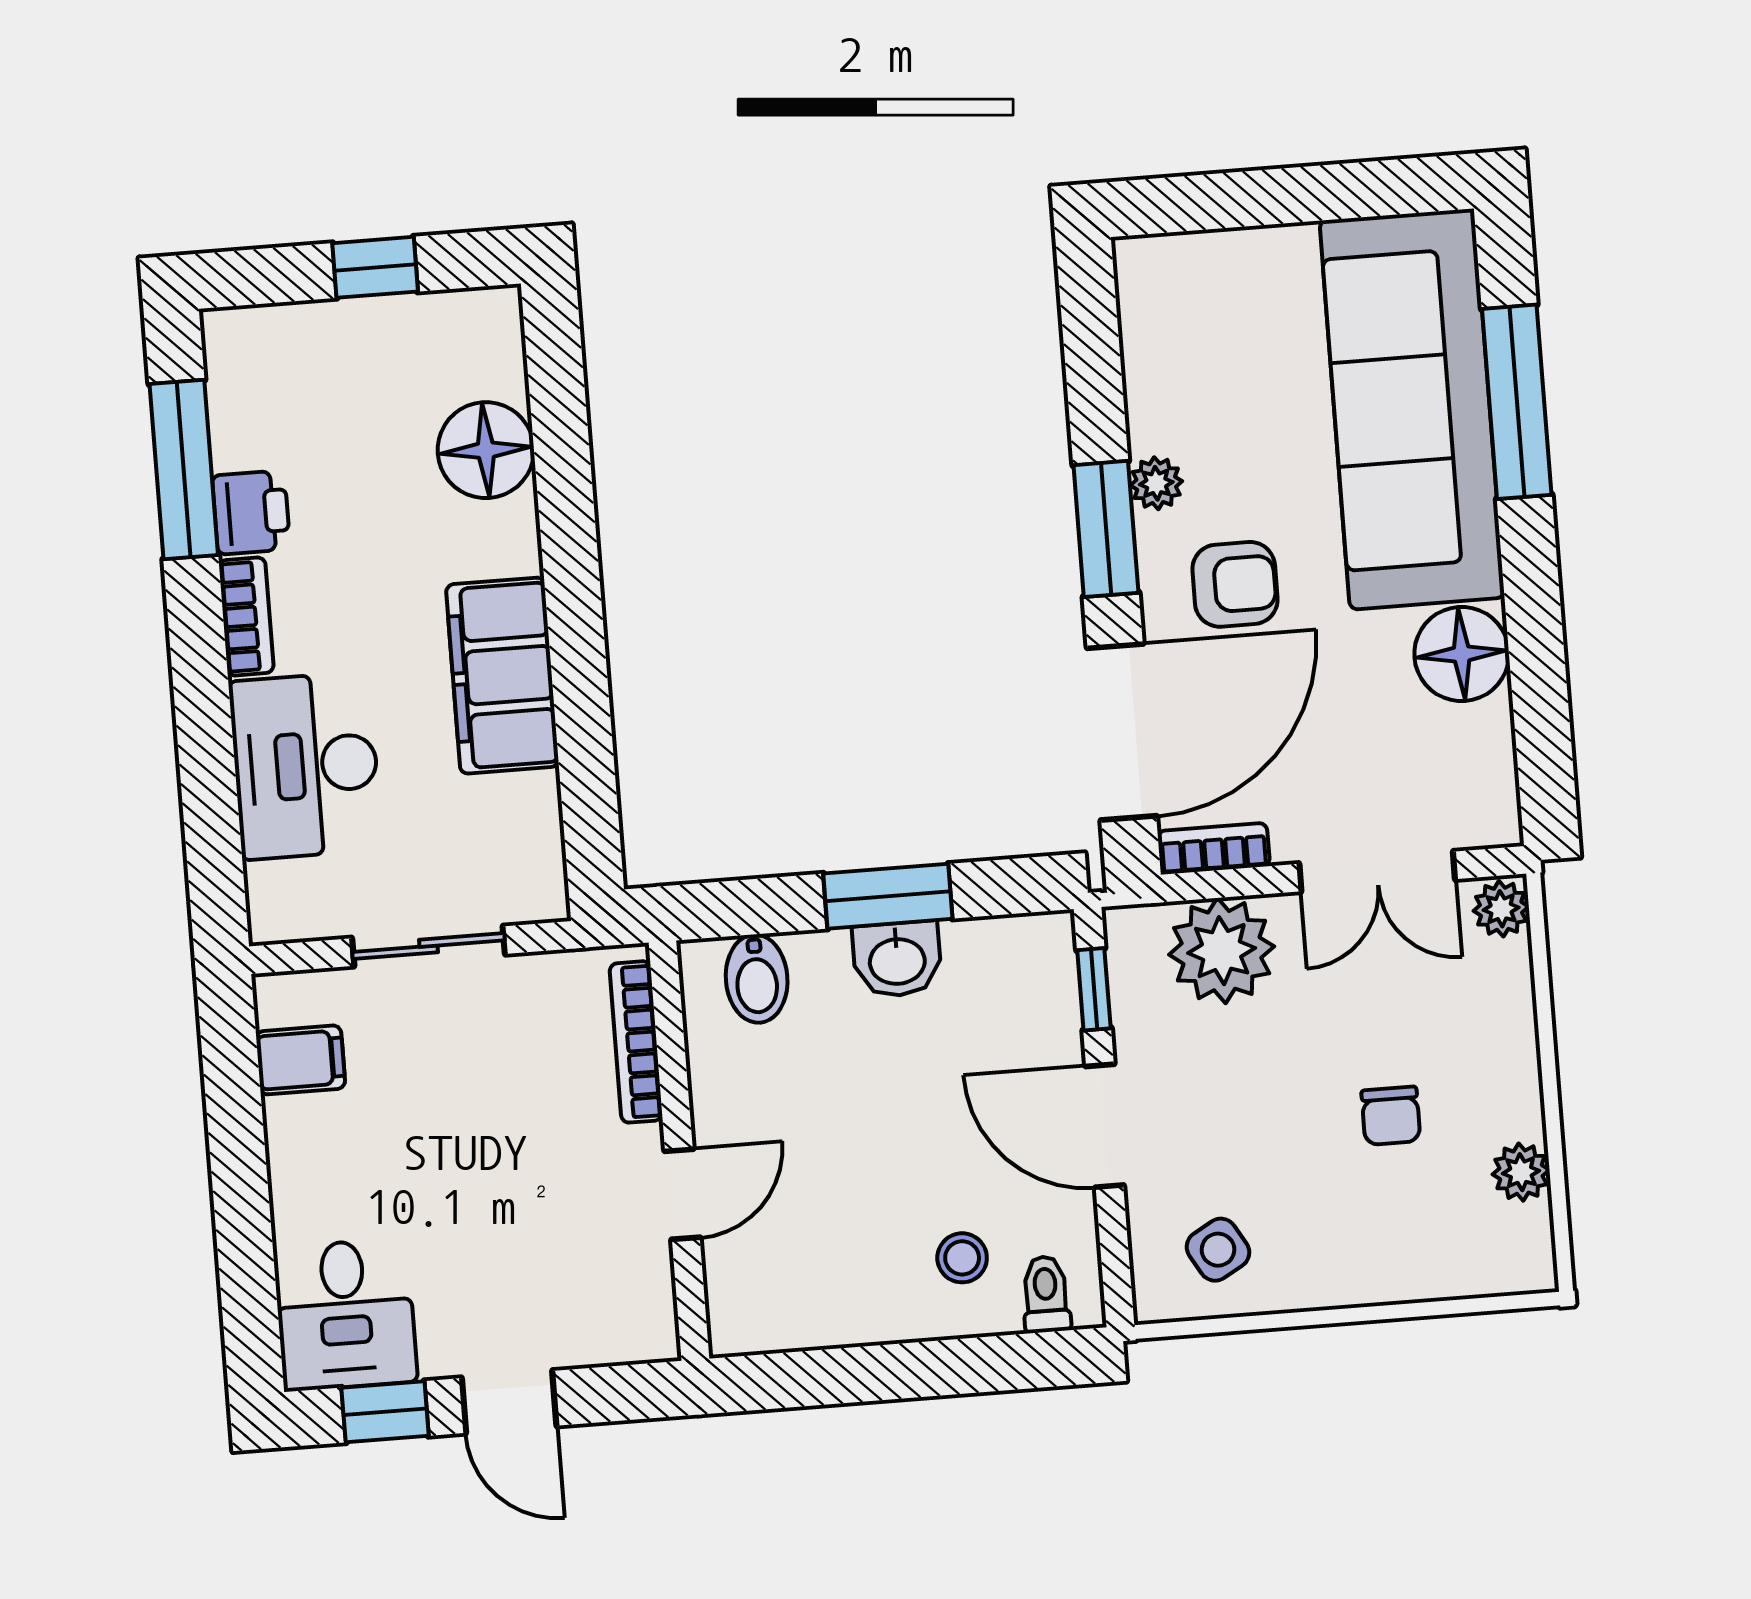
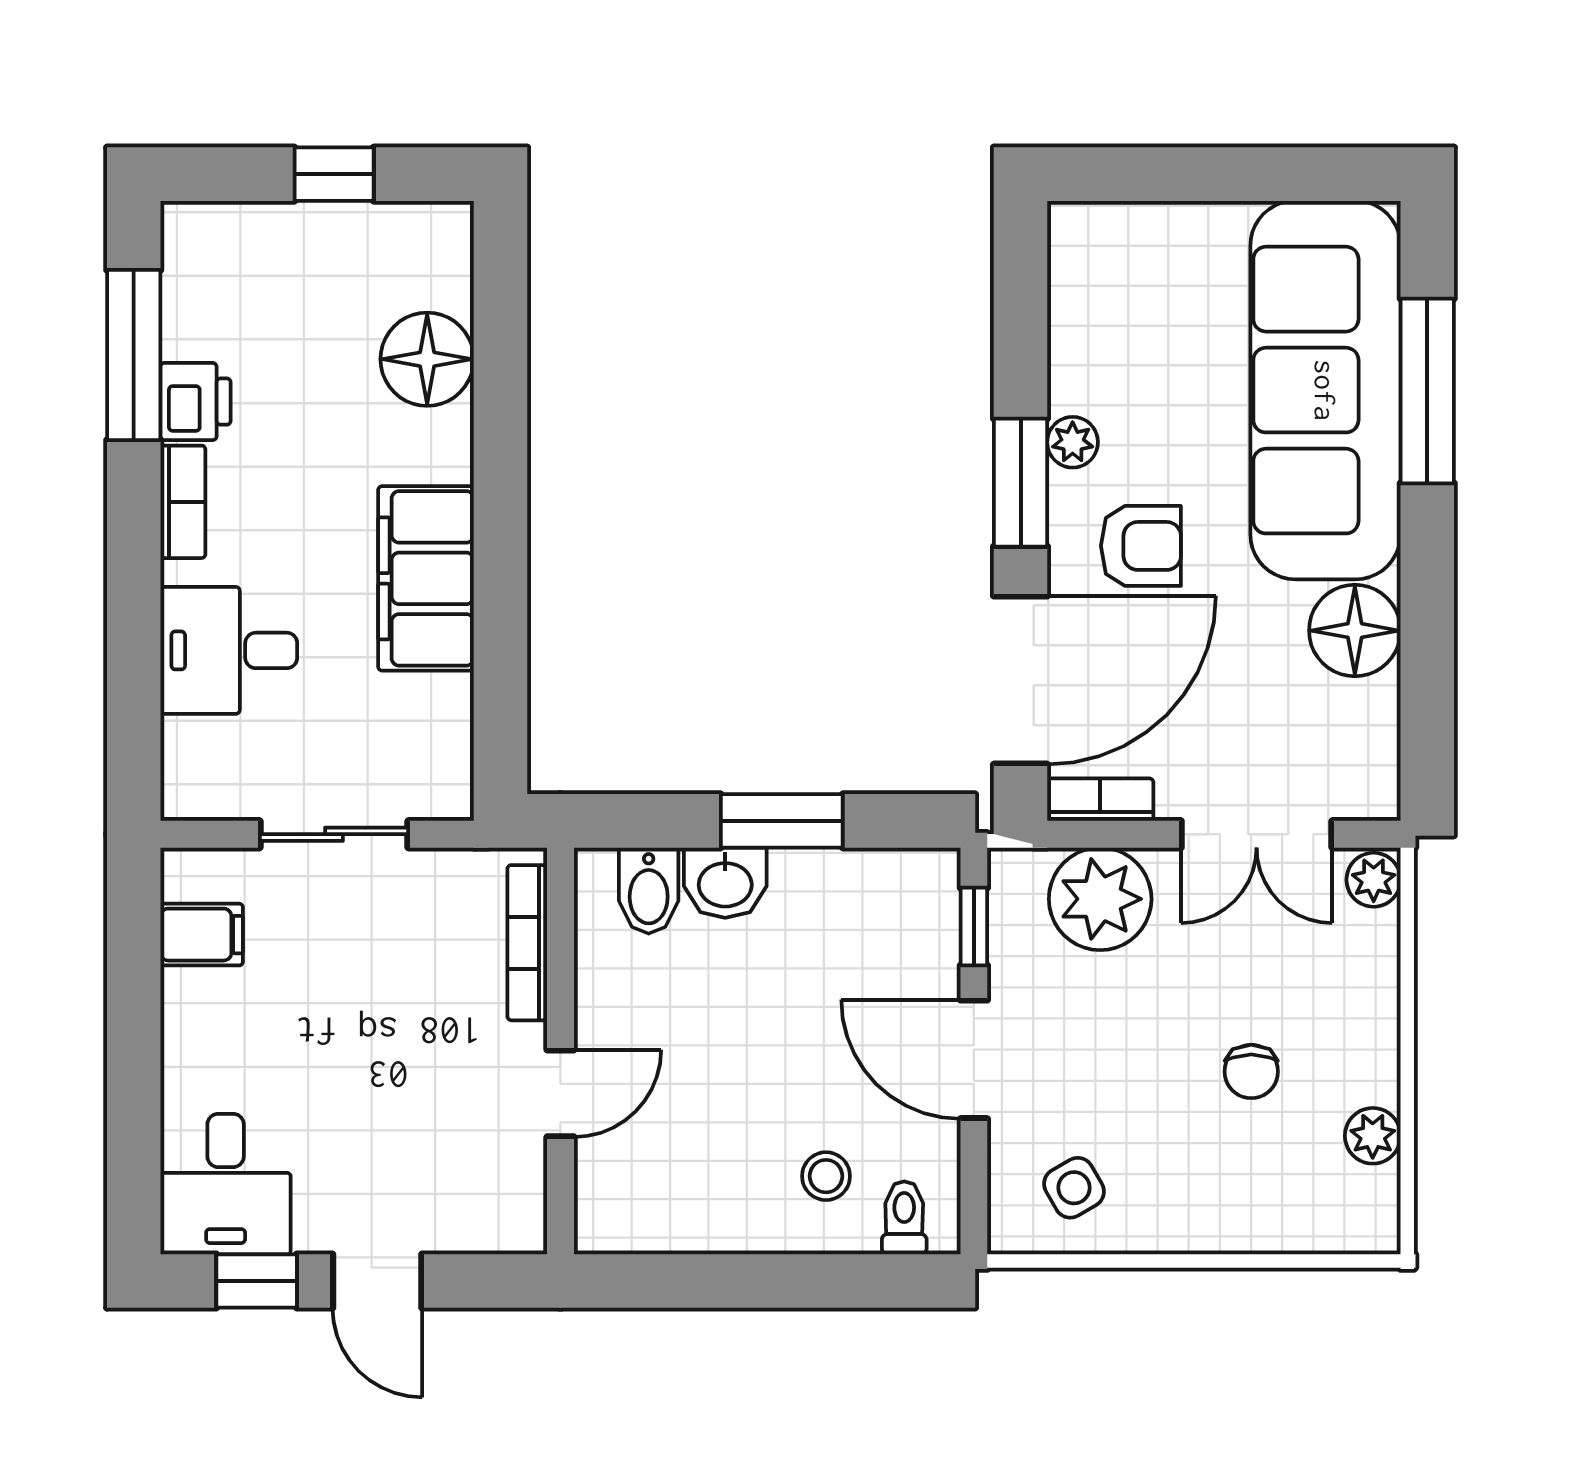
desk: (305, 766) -> (229, 650), width x0.73
washbasin: (897, 959) -> (725, 883), moved

